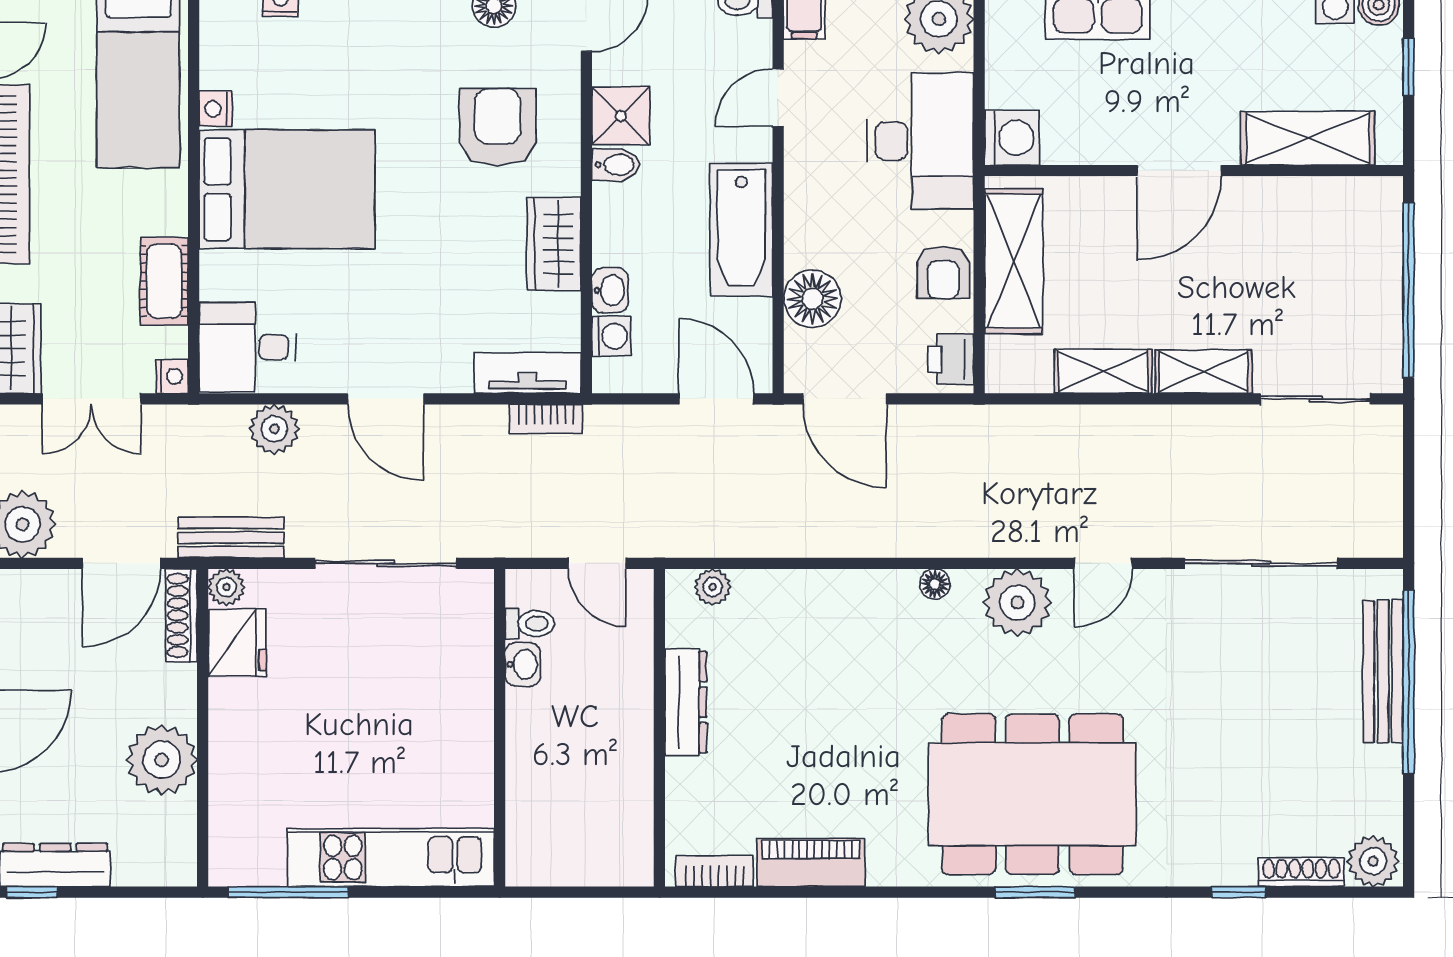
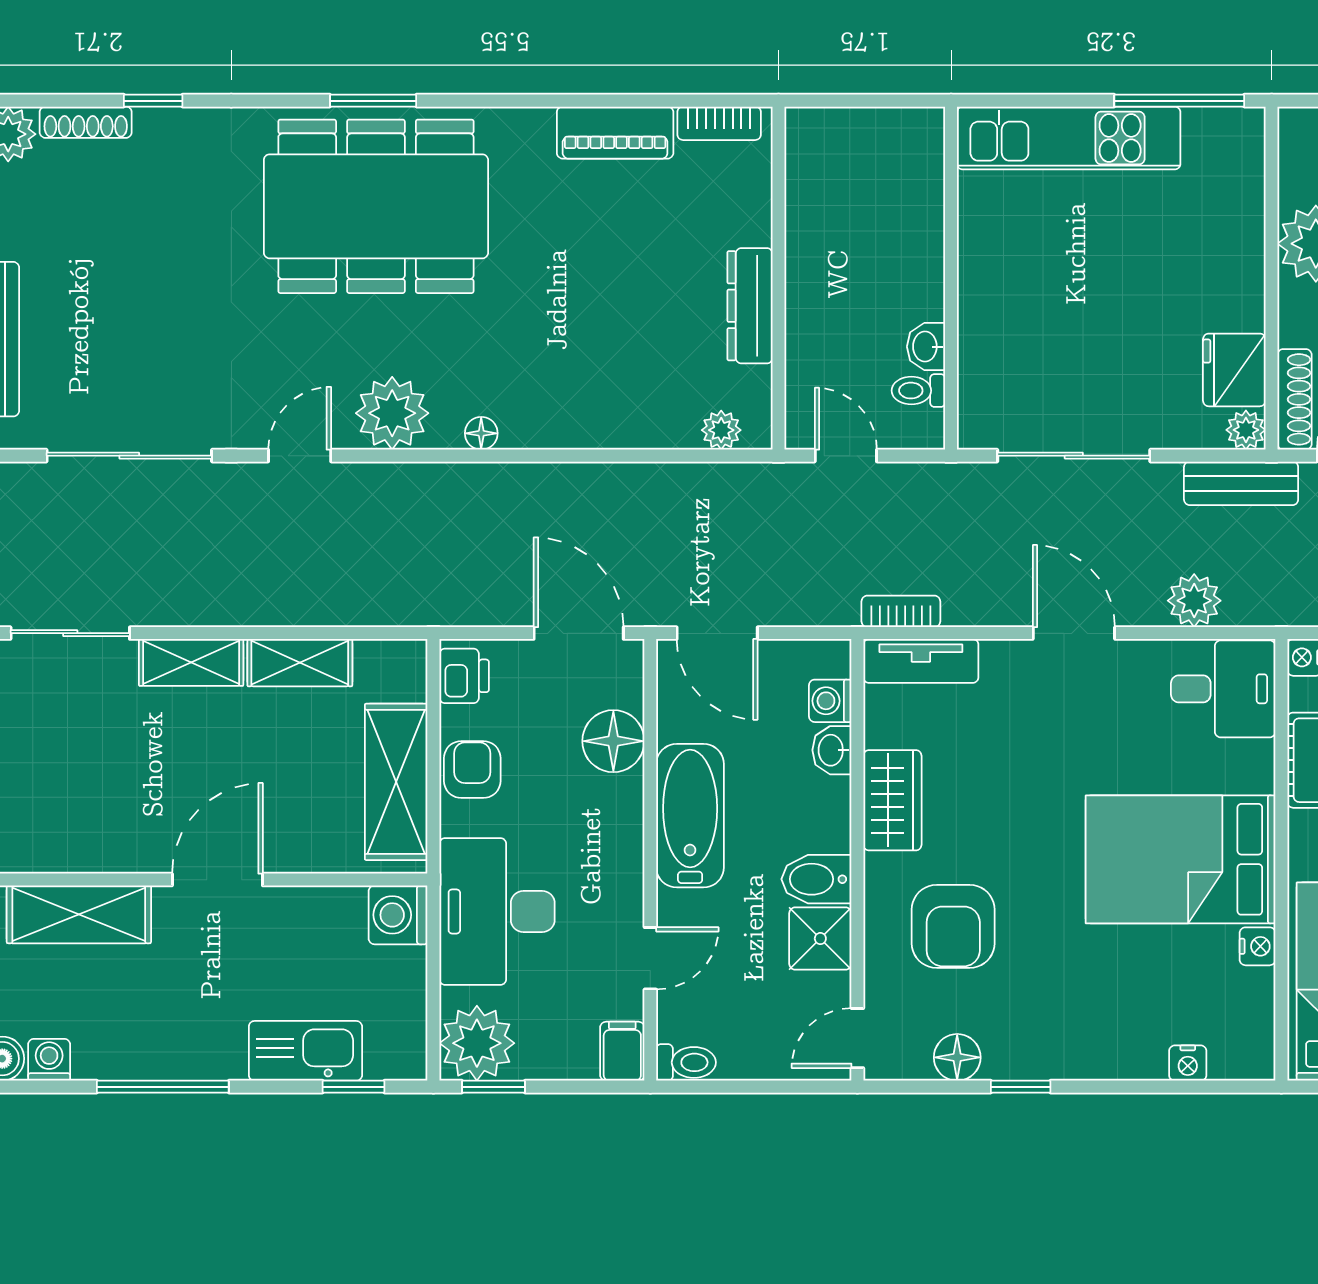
bidet: (616, 165) -> (816, 879), width x1.38, depth x1.36

